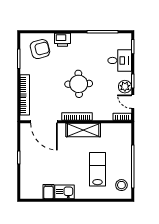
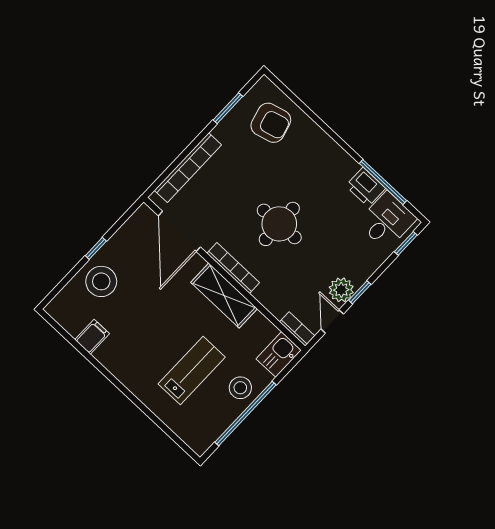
printer: (63, 40) -> (366, 187), moved
desk: (120, 60) -> (387, 221), moved, turned -90
stool: (32, 168) -> (101, 281), added
stool: (121, 185) -> (240, 388), moved
kitchen sink: (64, 192) -> (279, 354), moved, turned -90

